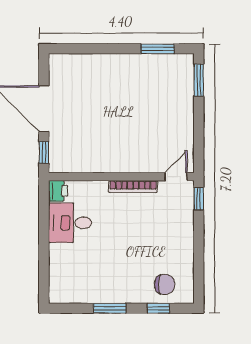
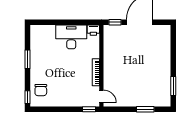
window: (199, 80) -> (145, 109), moved
desk: (70, 223) -> (71, 37), width x1.37
window: (158, 308) -> (27, 97), moved

